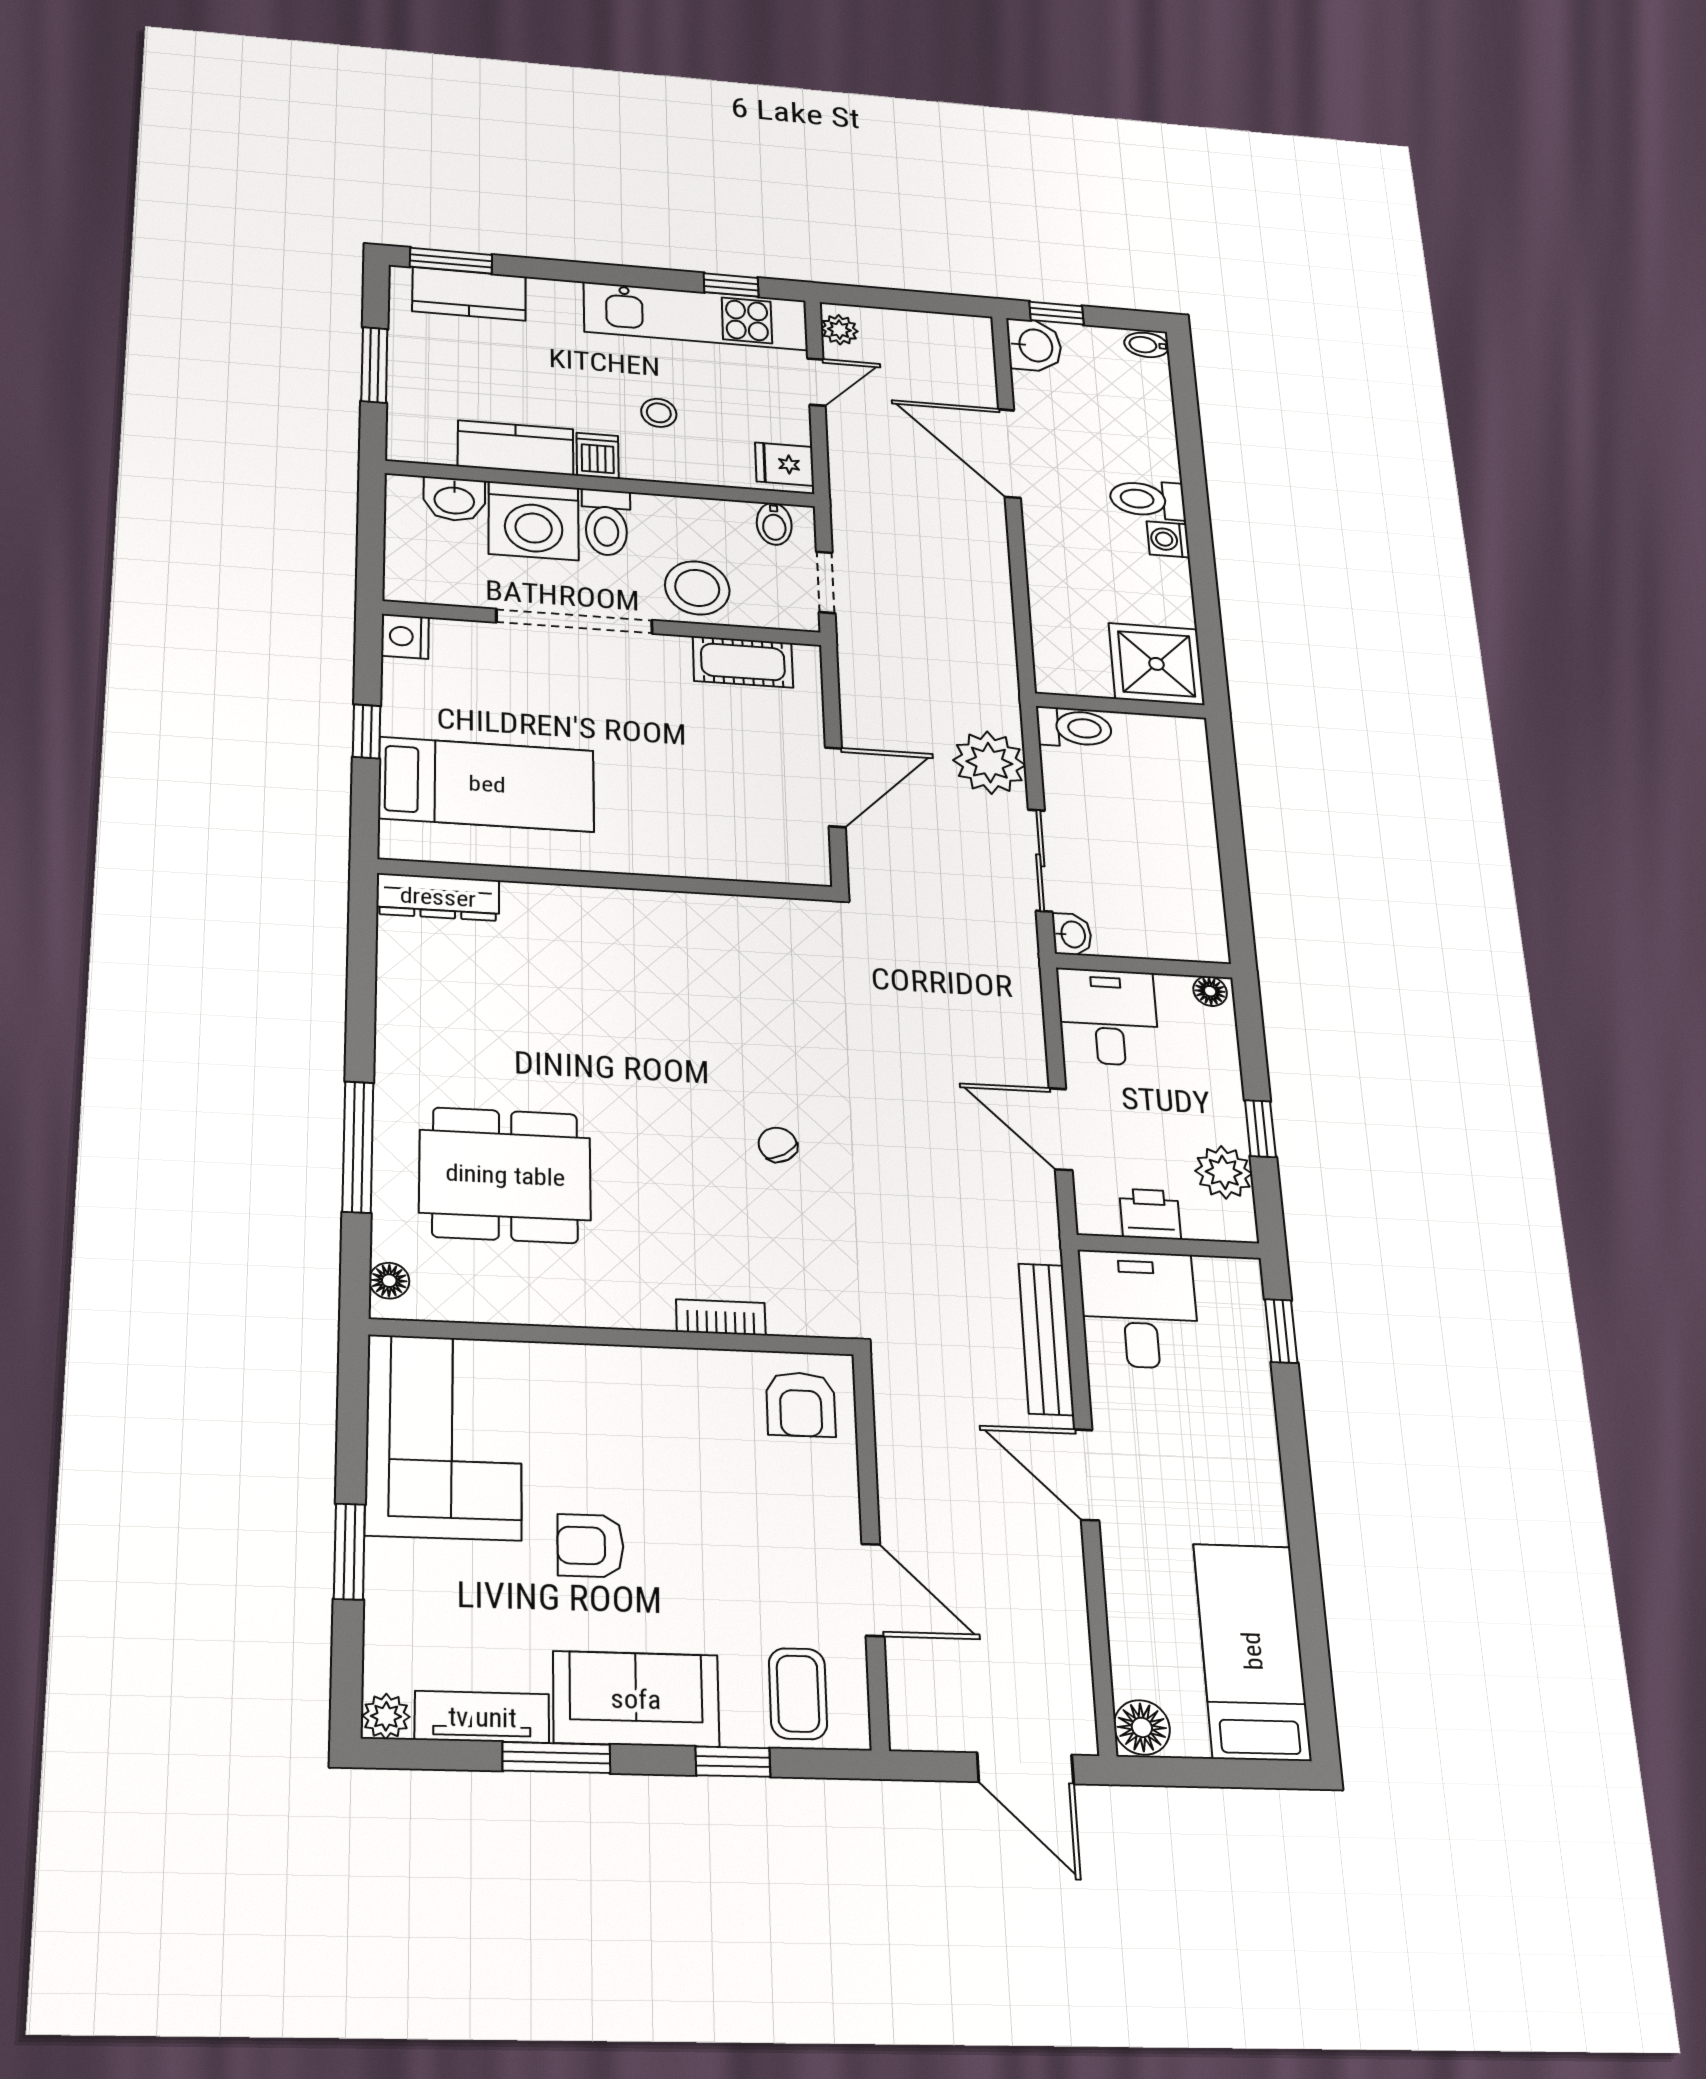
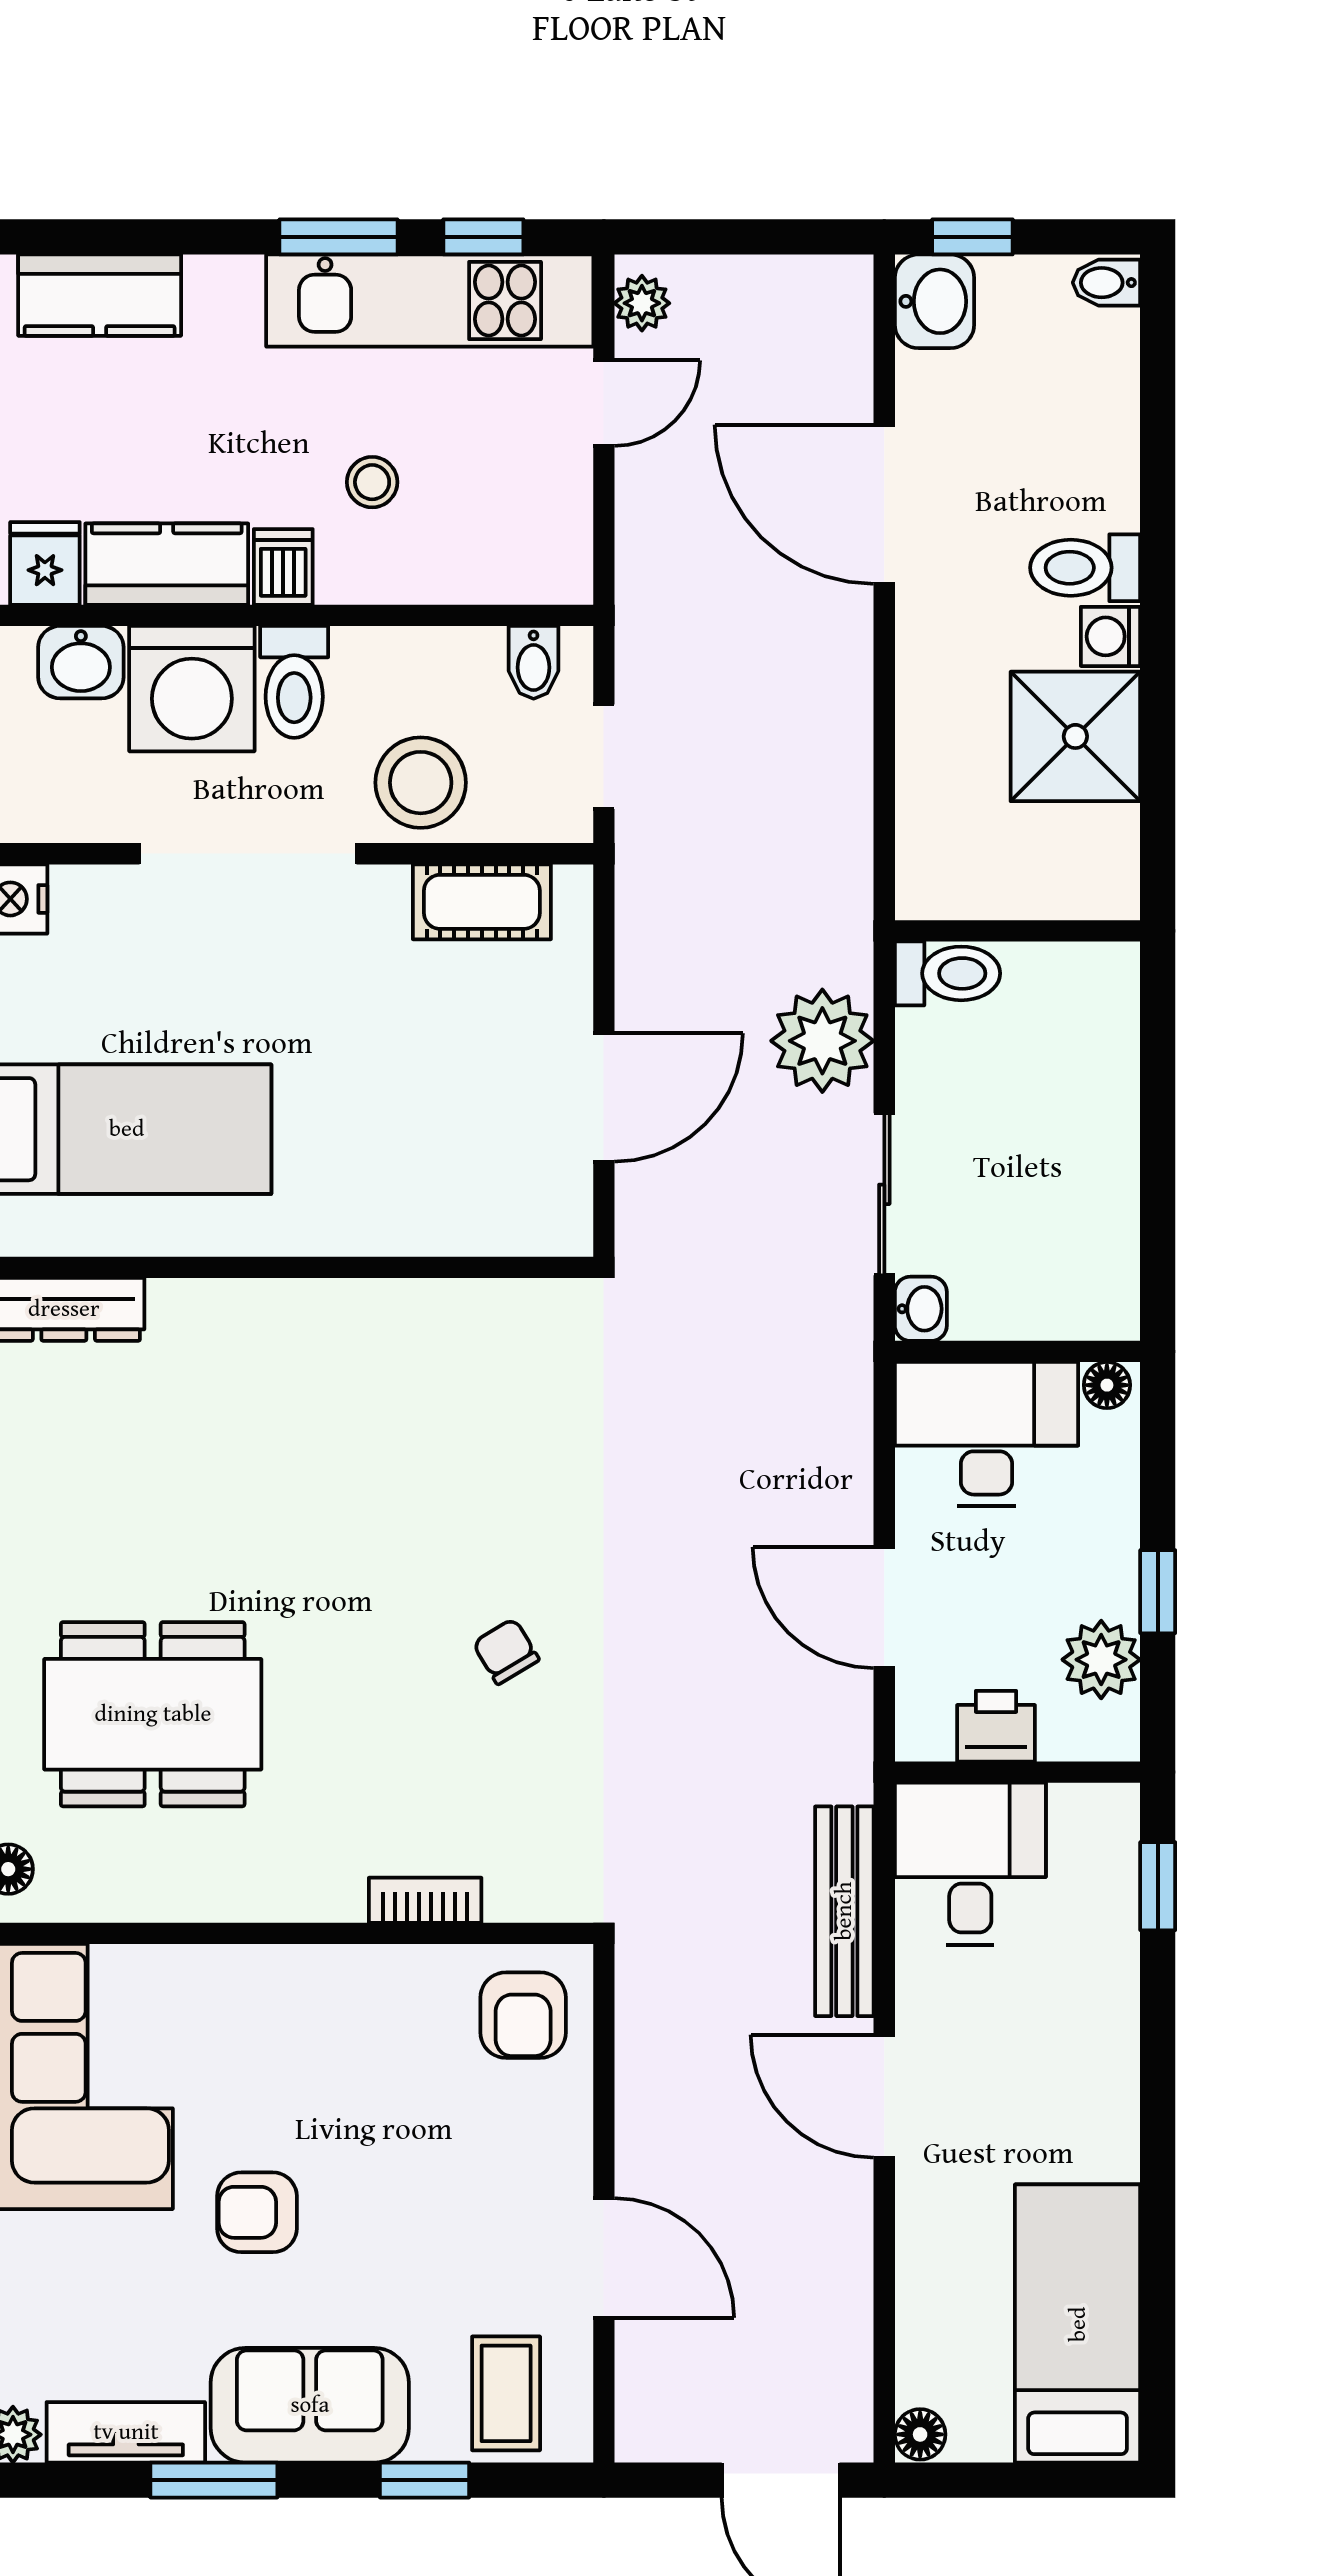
window: (451, 261) -> (339, 237), moved
fridge: (785, 464) -> (45, 563), moved, turned 90
shower: (1157, 664) -> (1075, 736), moved
desk: (1108, 1017) -> (986, 1434), width x1.37
floor lamp: (1142, 1727) -> (920, 2434), width x0.73, depth x0.73

